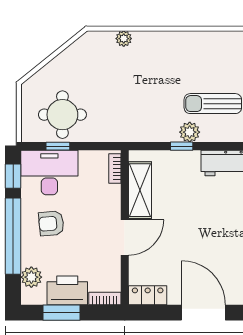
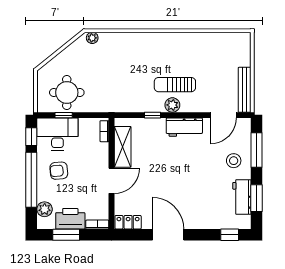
plant: (124, 39) -> (92, 38), moved
plant: (190, 132) -> (172, 105), moved

